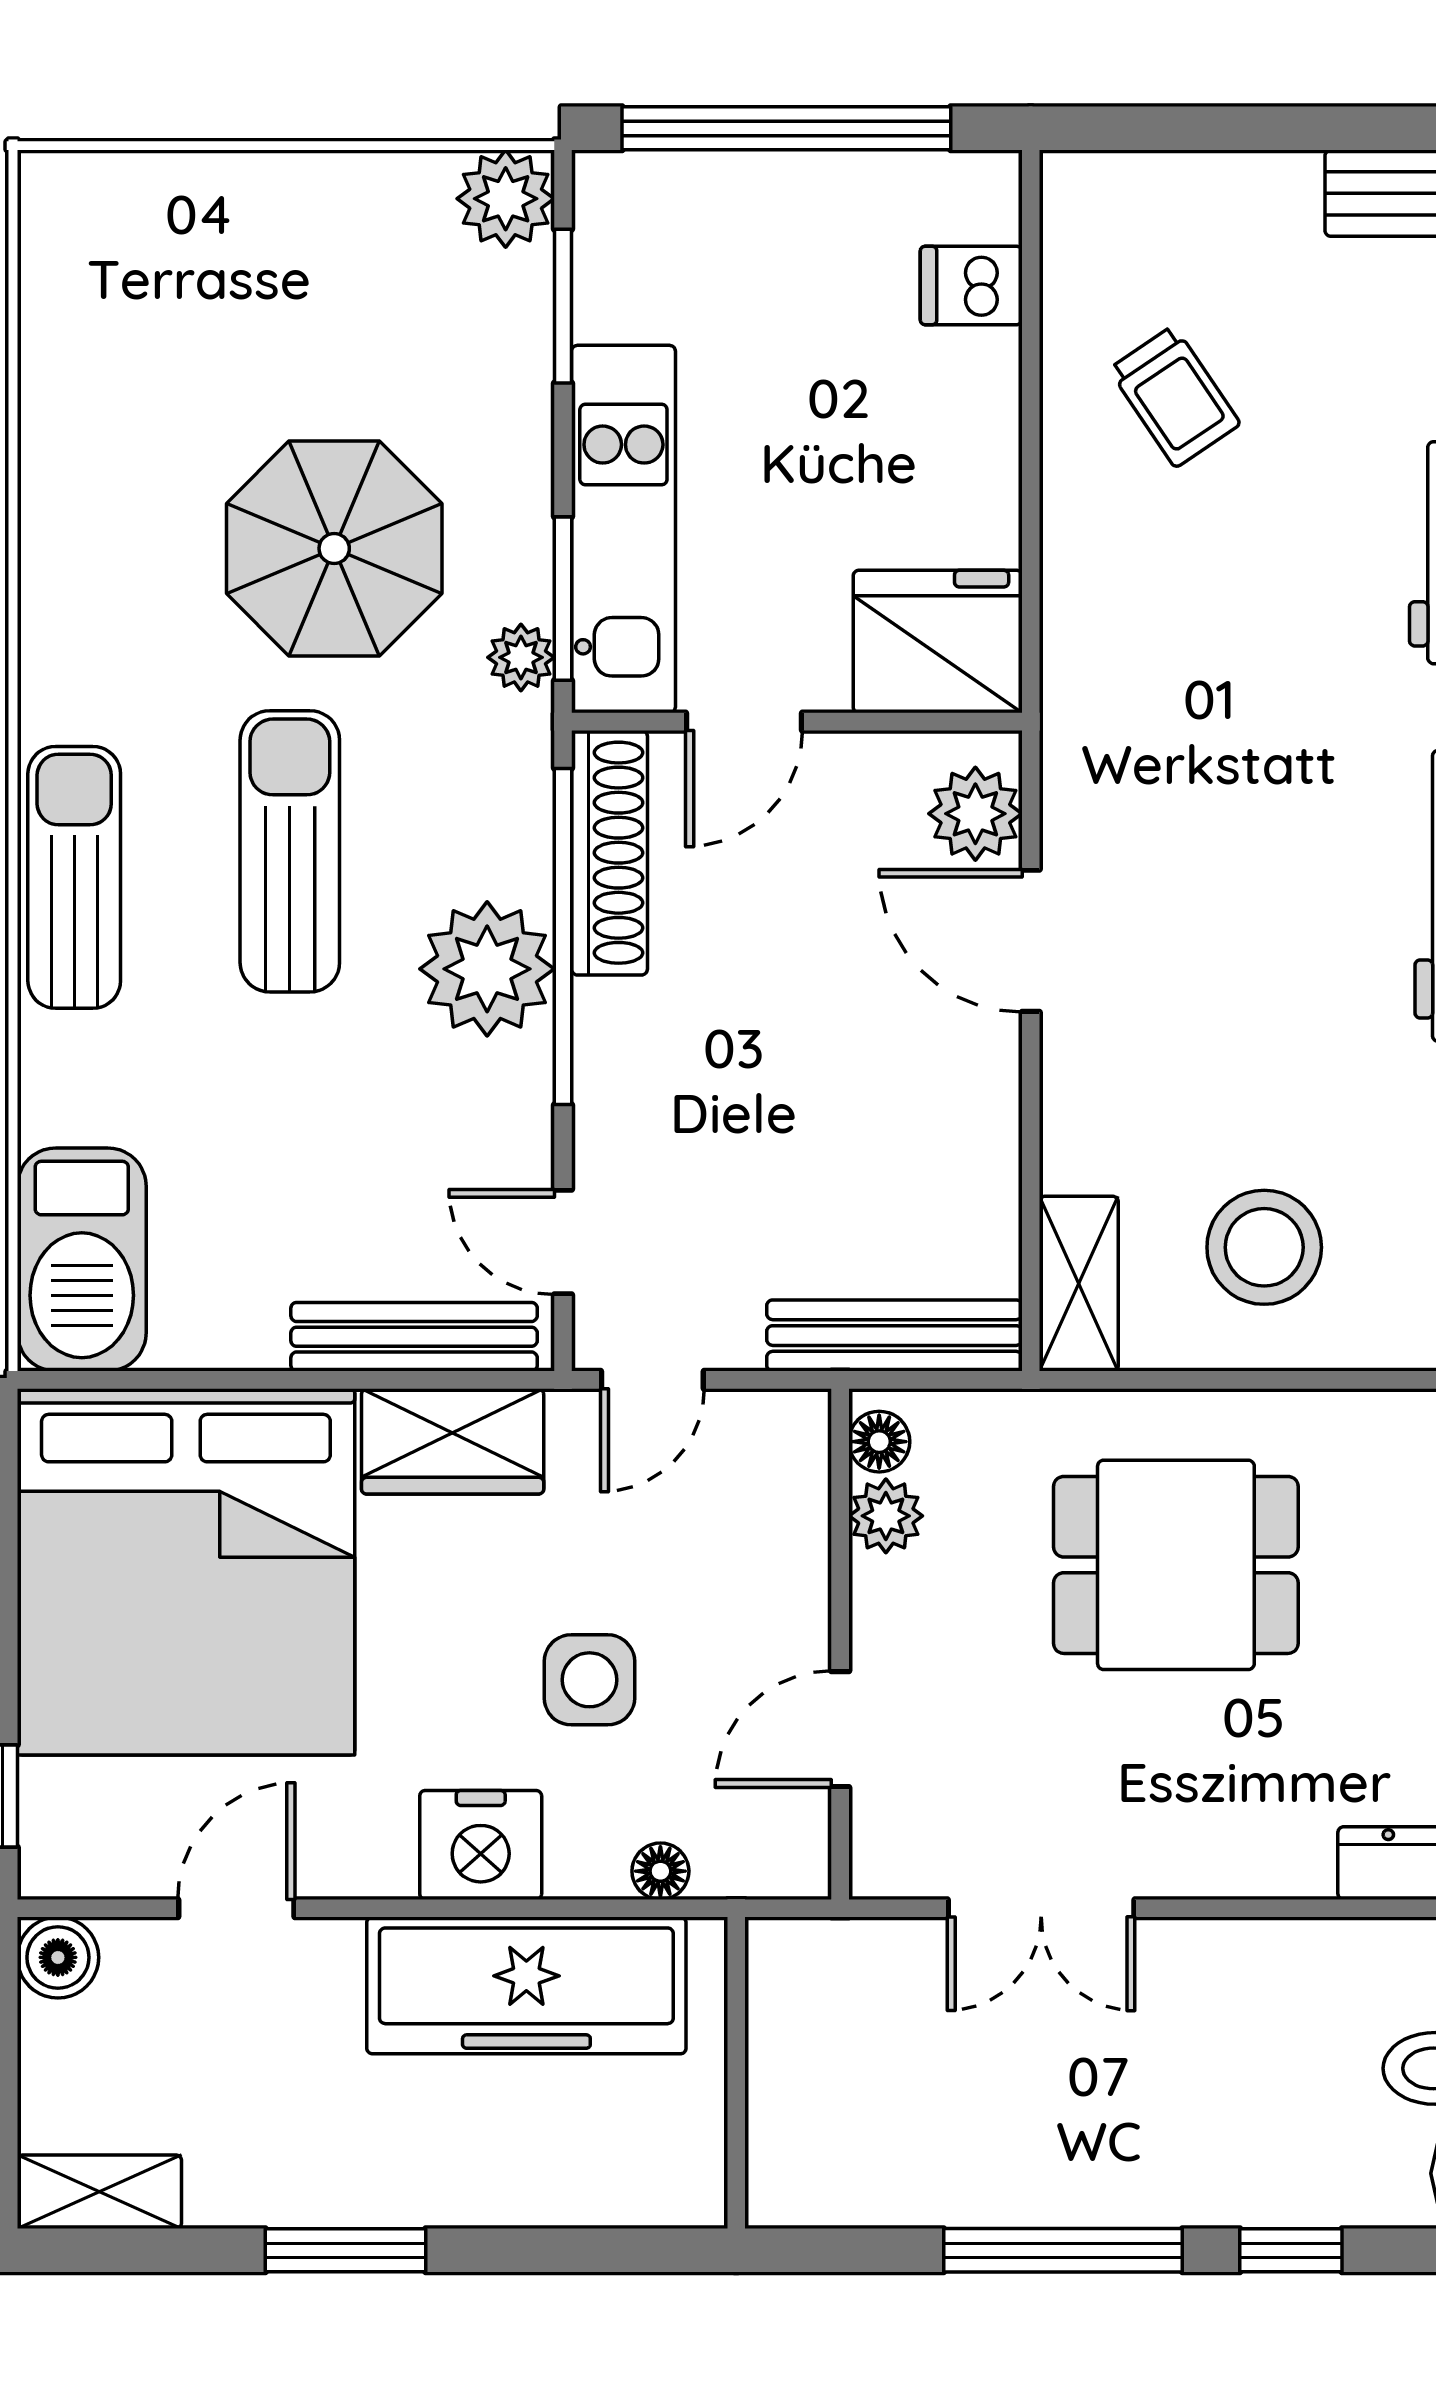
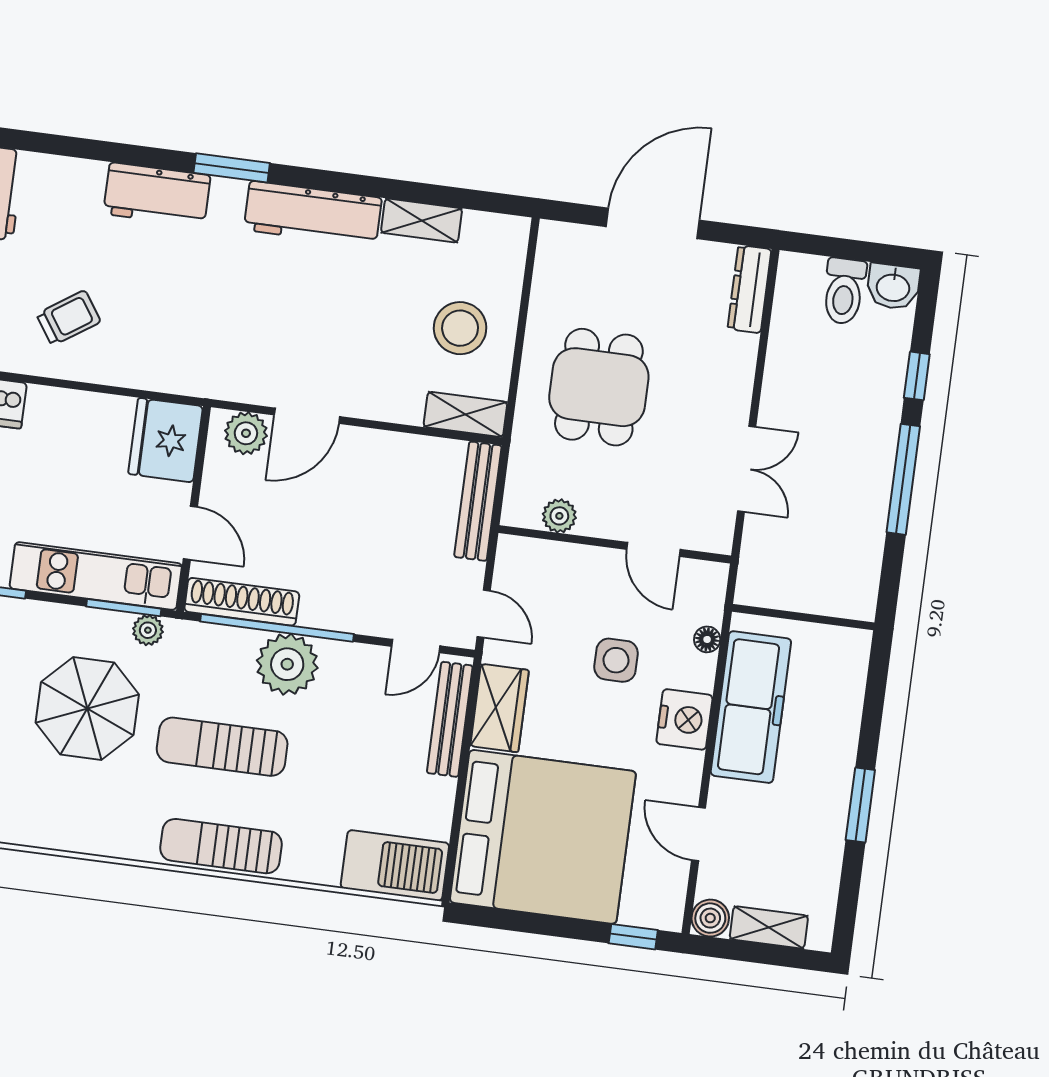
floor lamp: (879, 1442) -> (525, 514), removed
shelving: (99, 2192) -> (769, 927), moved, turned 90

